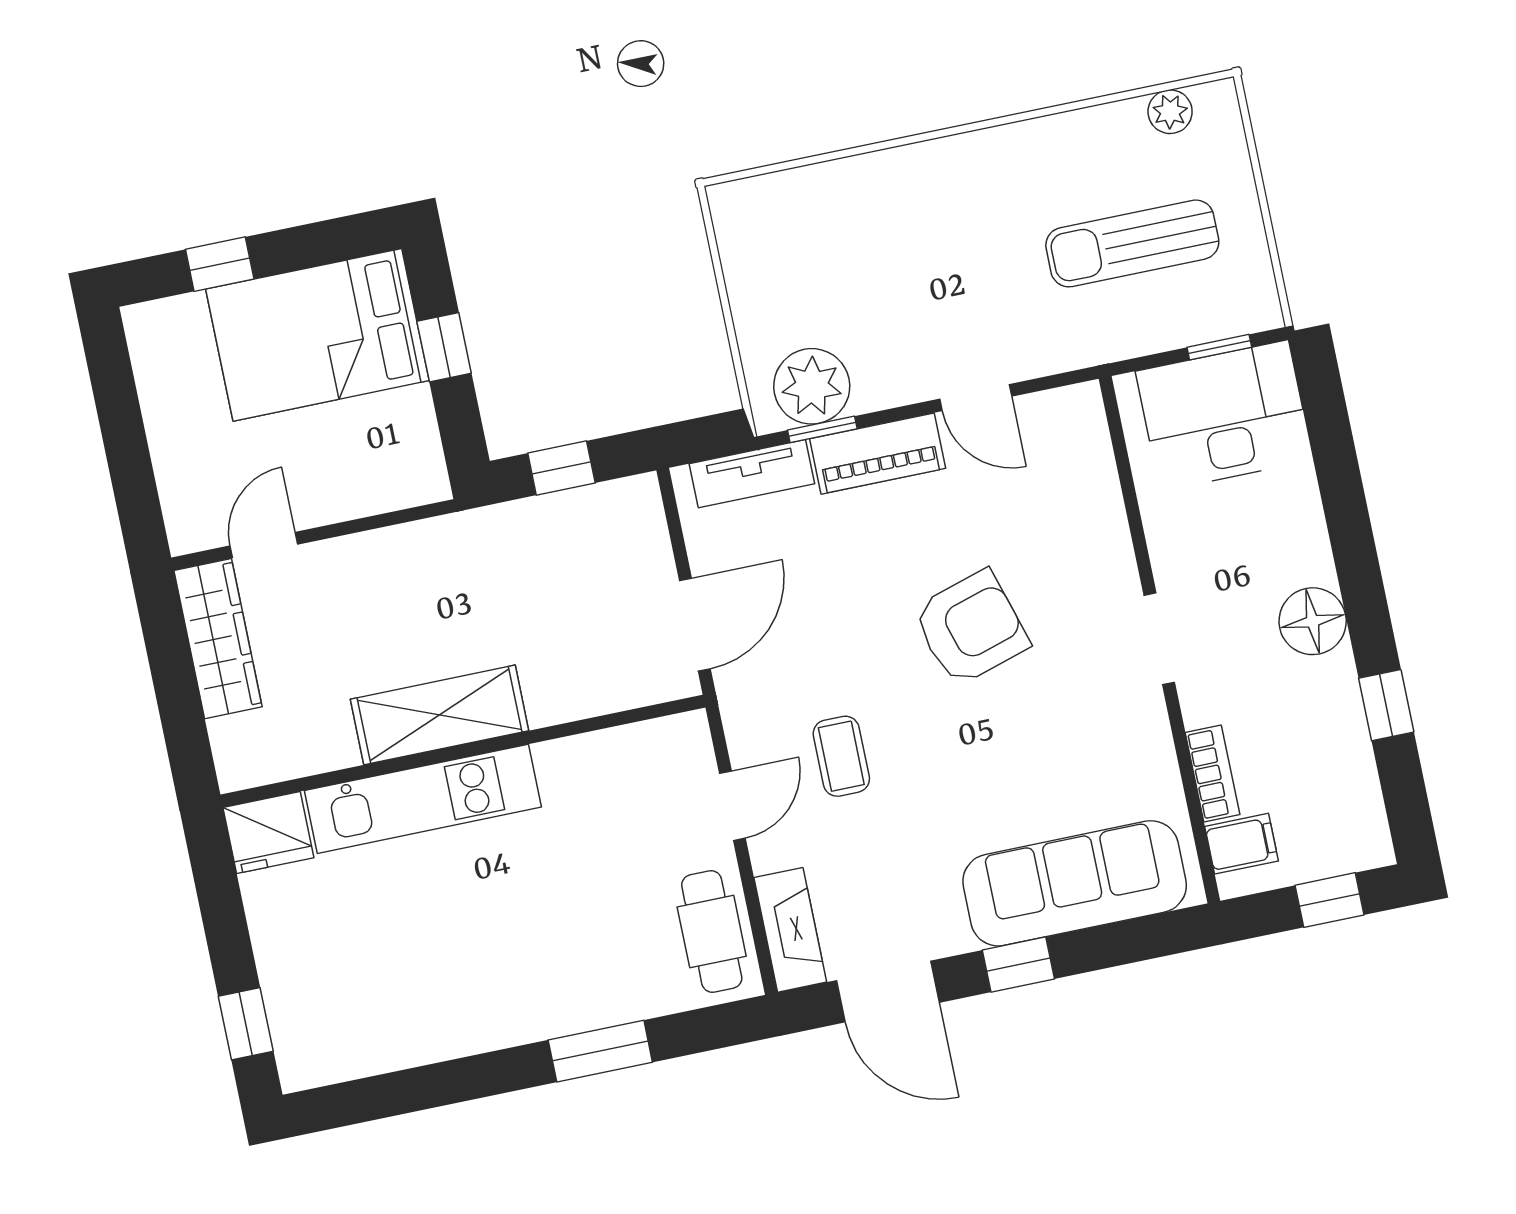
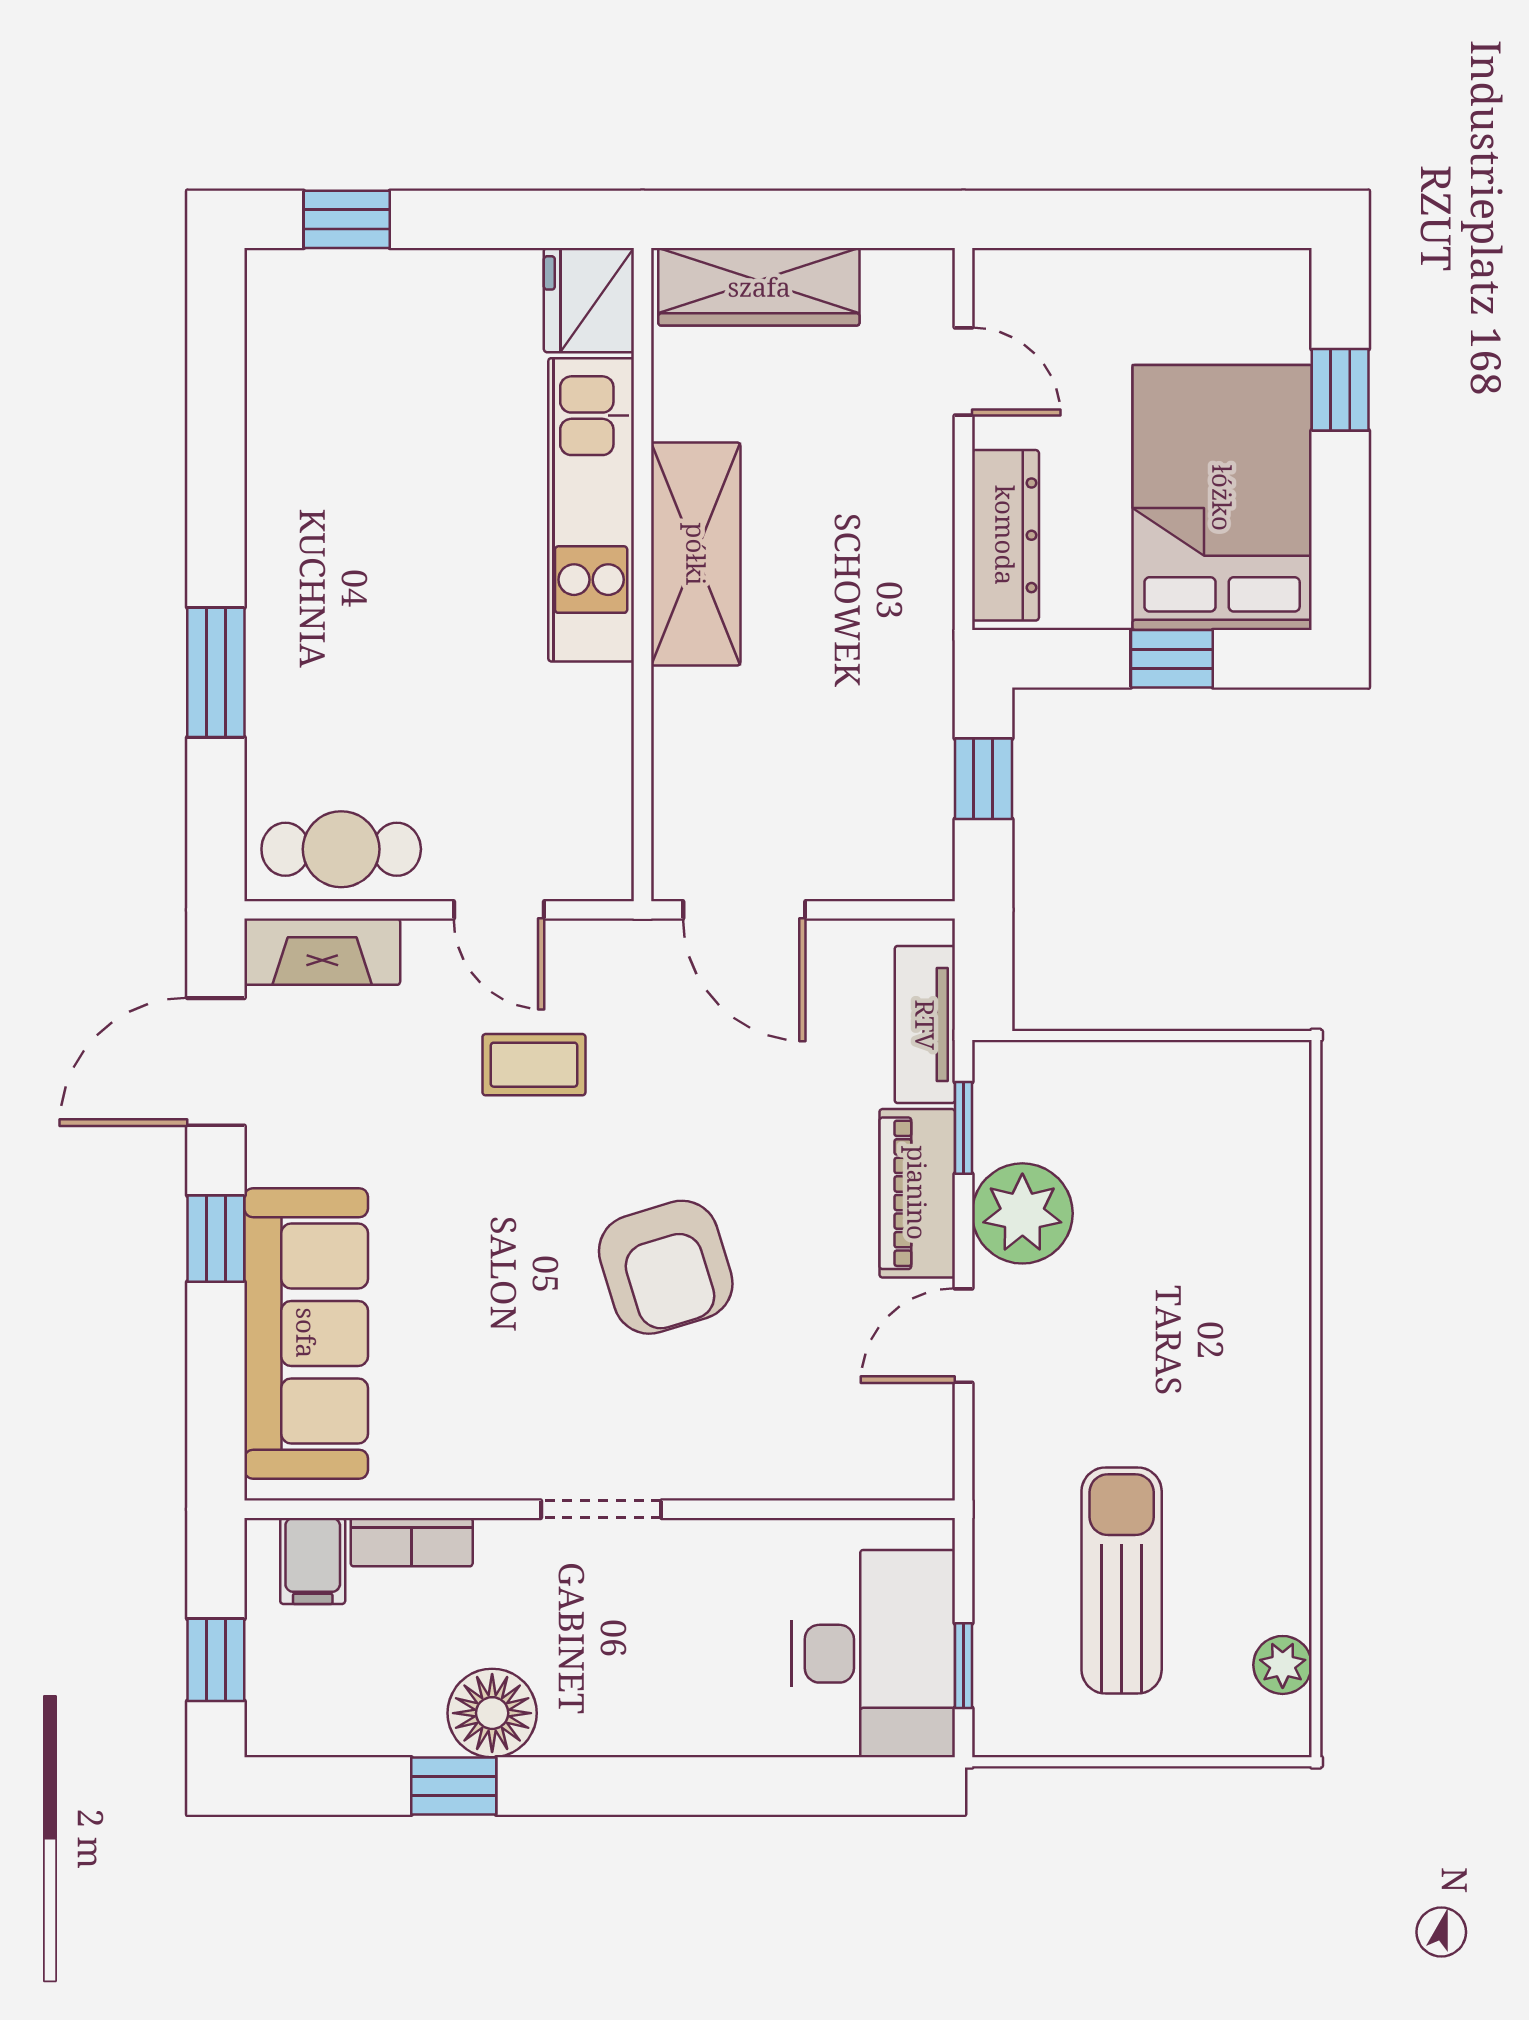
plant: (812, 386) -> (1022, 1213), moved
dresser: (378, 489) -> (1005, 535), added
floor lamp: (1313, 621) -> (492, 1713), moved
wardrobe: (218, 639) -> (759, 287), moved

